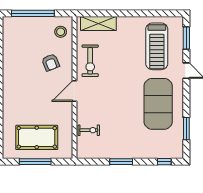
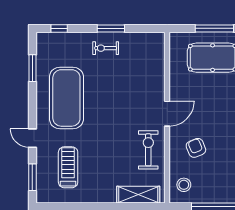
treadmill: (157, 46) -> (68, 167), width x0.73, depth x0.73
exercise bike: (89, 130) -> (106, 48), moved

